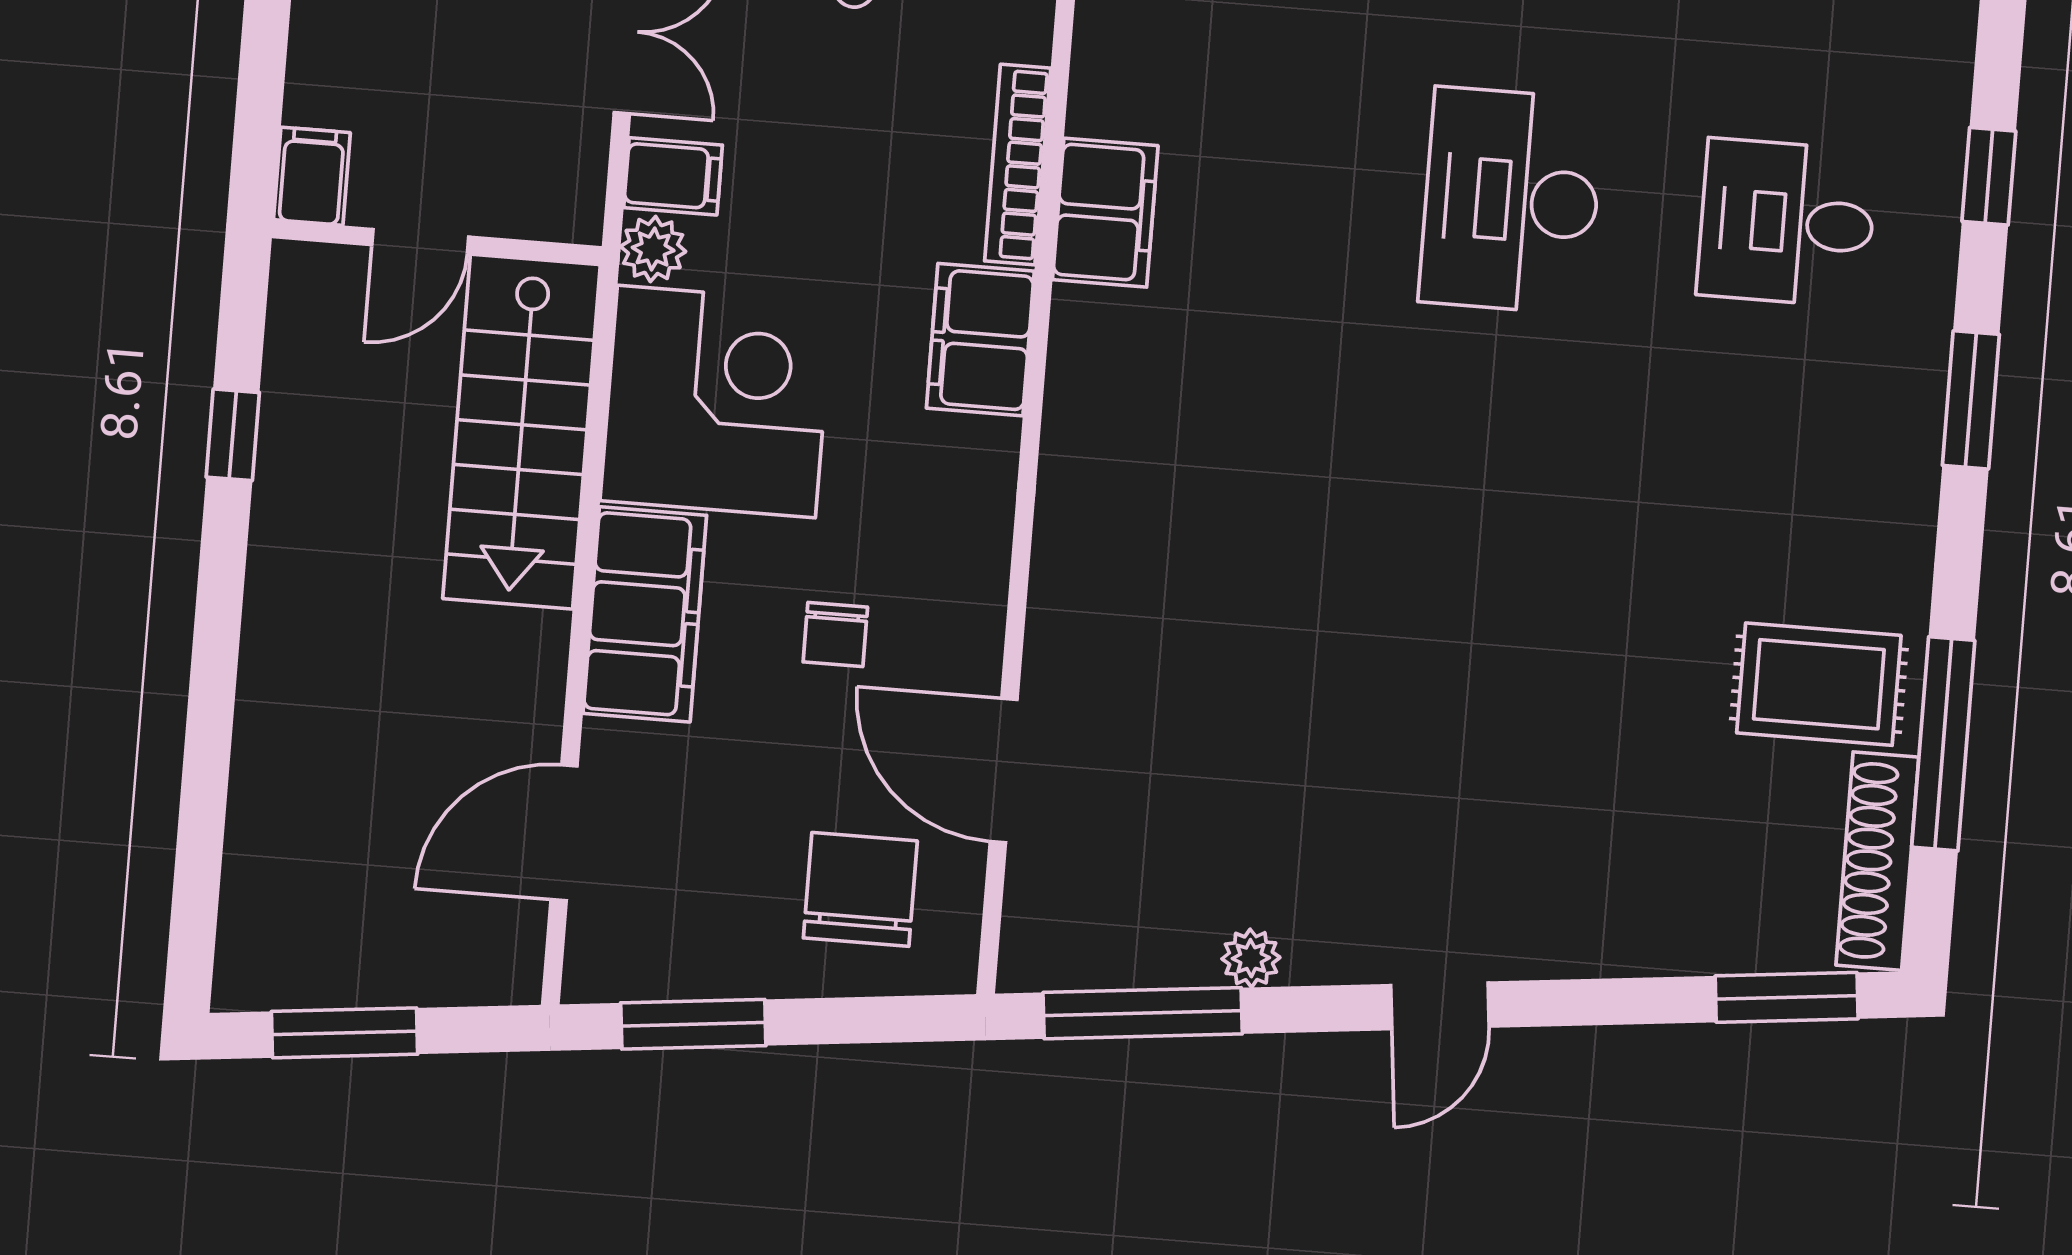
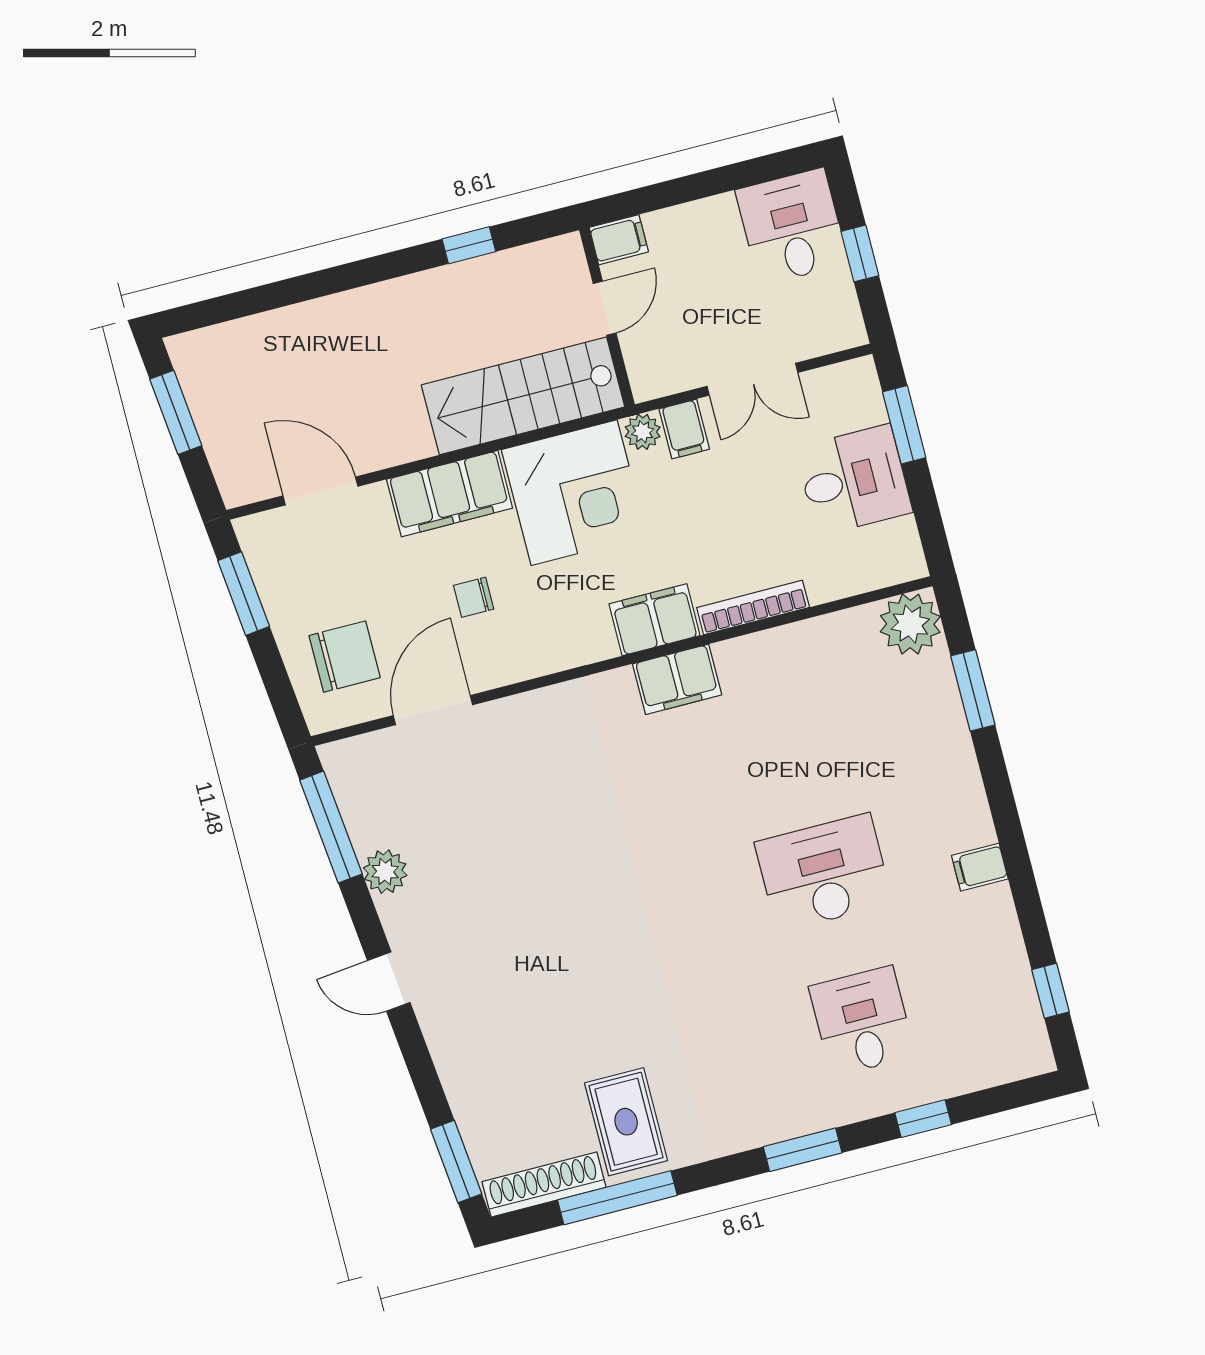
filing cabinet: (1105, 213) -> (677, 679), moved
door: (420, 241) -> (605, 308), swing flipped
plant: (1251, 958) -> (385, 872), width x1.38, depth x1.38

